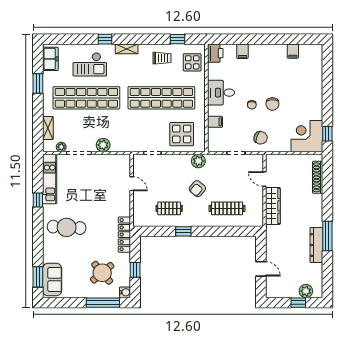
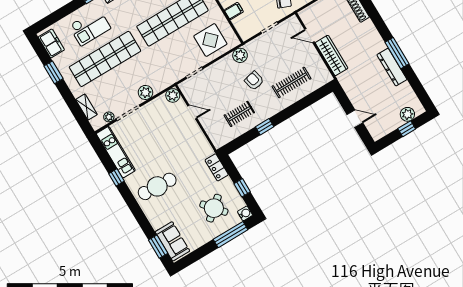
plant: (124, 161) -> (173, 95), added
armchair: (197, 189) -> (254, 81), turned 127
locker: (124, 235) -> (217, 167), width x0.66

